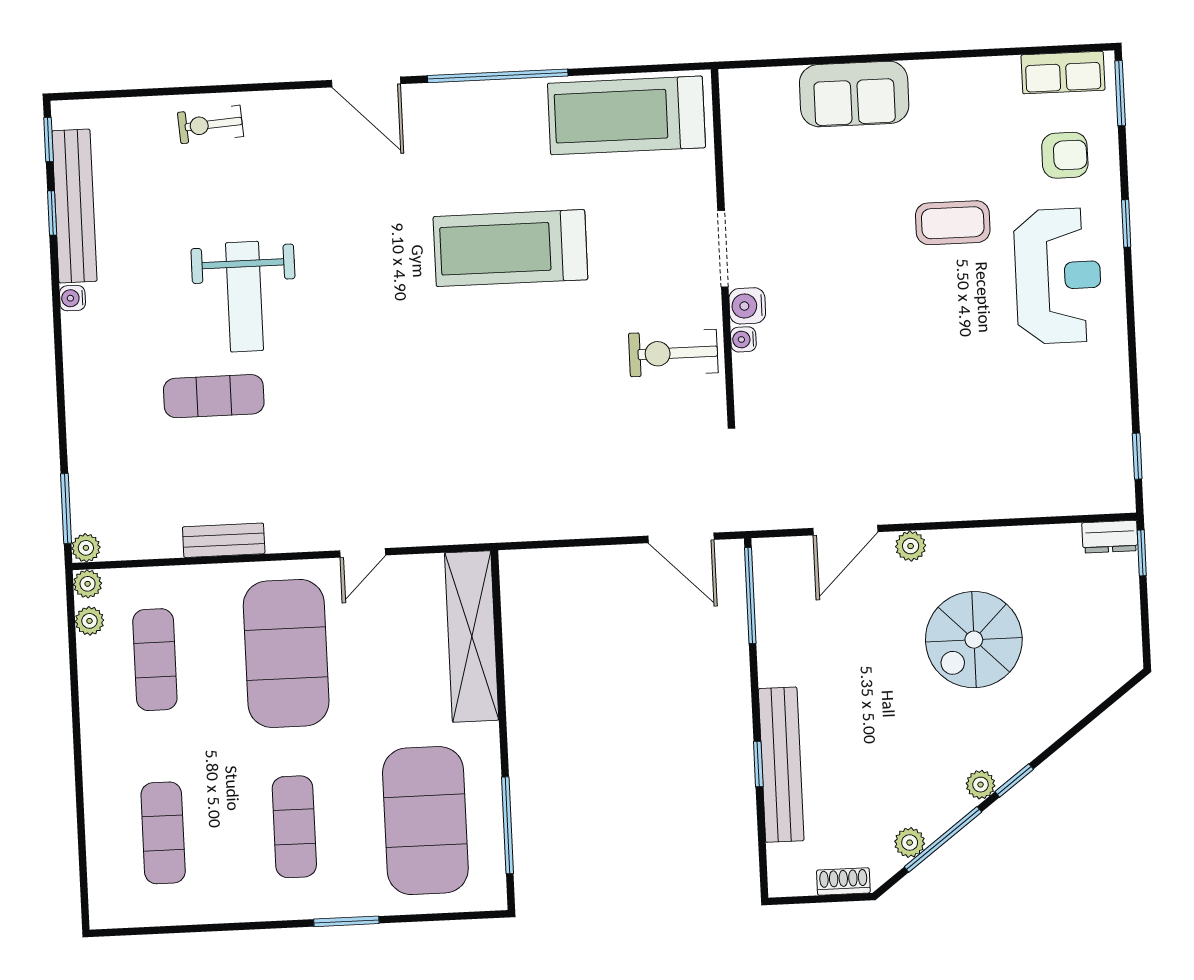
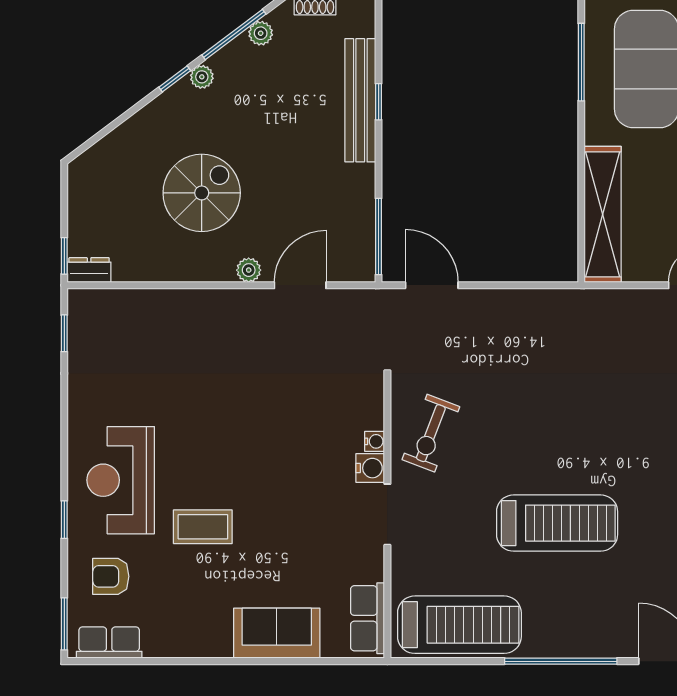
row of seats: (742, 118) -> (367, 618), added
exercise bike: (673, 353) -> (431, 433), turned 111

